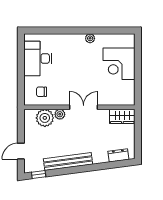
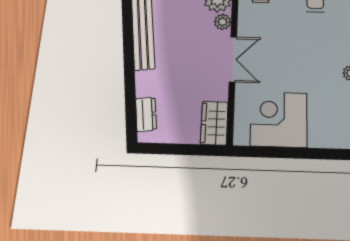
corner desk: (119, 64) -> (279, 119), moved

